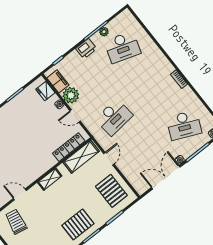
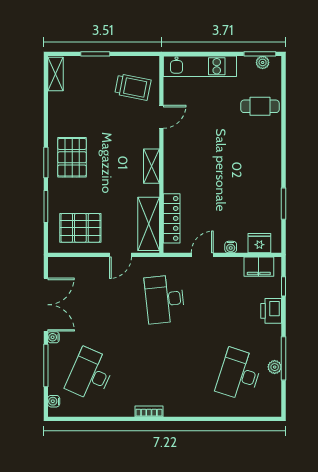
printer: (86, 49) -> (271, 311), moved
plant: (71, 95) -> (231, 269), removed
door: (109, 159) -> (120, 255), hinge flipped

